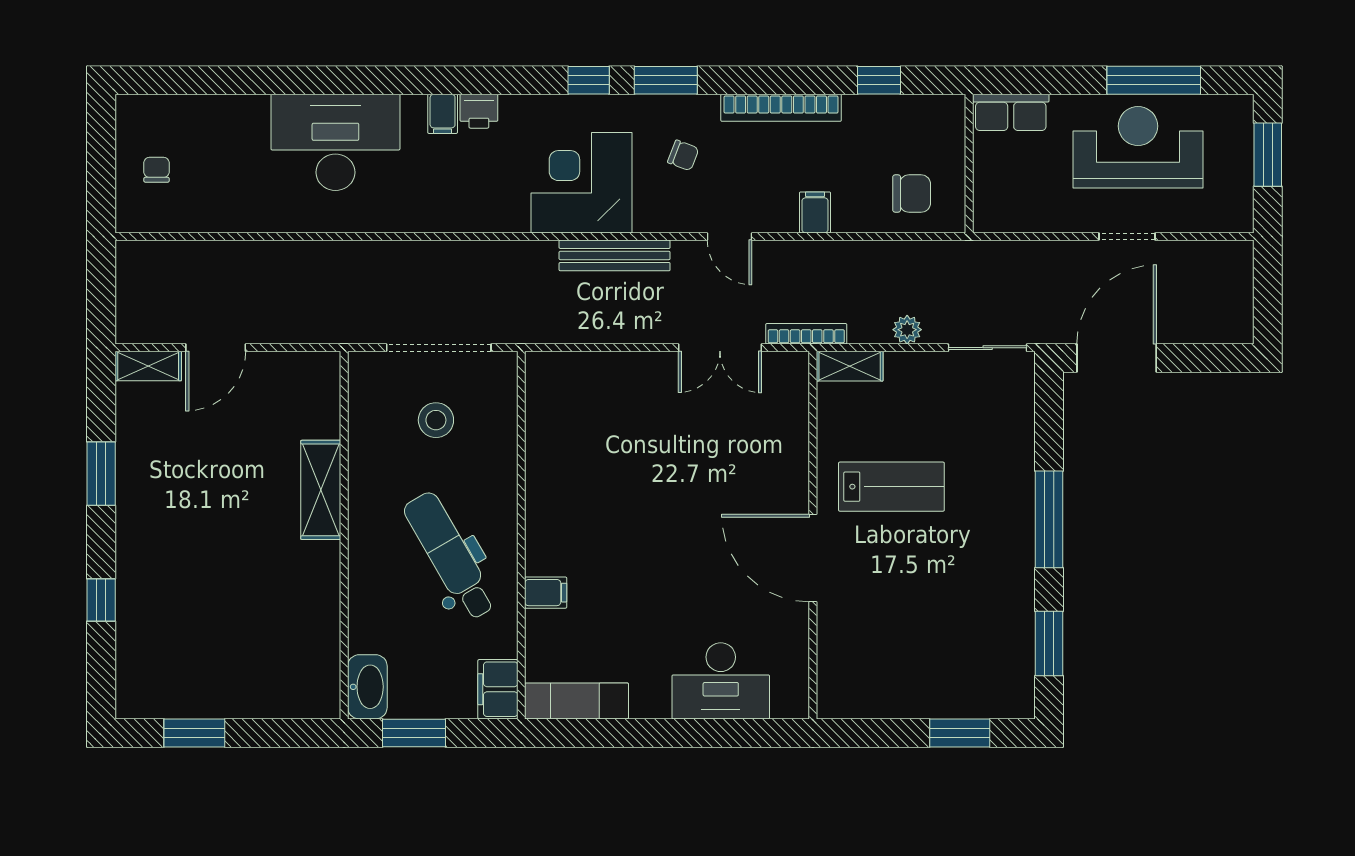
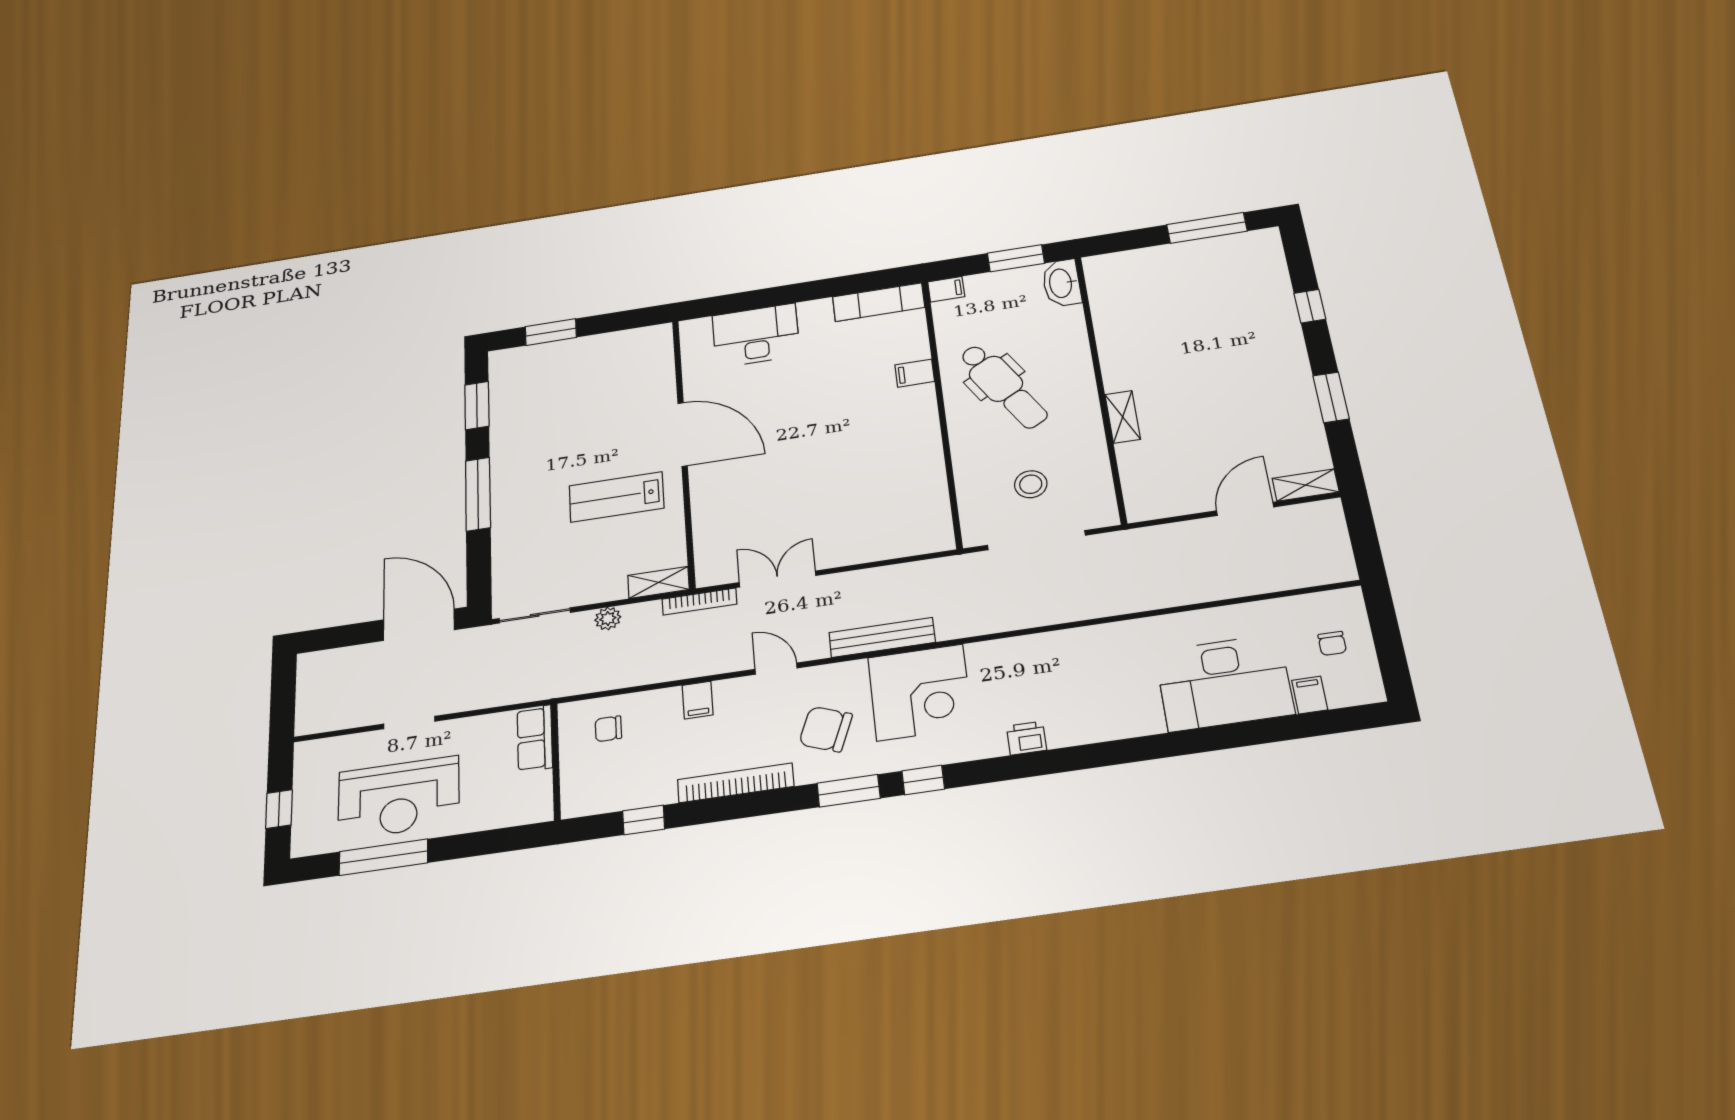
row of seats: (1011, 112) -> (535, 738), moved, turned -90
filing cabinet: (443, 114) -> (1310, 695), moved
desk: (335, 142) -> (1224, 683), moved
chair: (683, 155) -> (826, 729), width x1.87, depth x1.87
window: (1268, 155) -> (279, 809), width x0.67
chair: (912, 194) -> (608, 729), width x0.73, depth x0.73
door: (1117, 358) -> (419, 625), swing flipped
shelving: (321, 490) -> (1123, 417), width x0.67, depth x0.75
filing cabinet: (498, 689) -> (946, 289), width x0.50
window: (194, 733) -> (1207, 228), width x1.44

